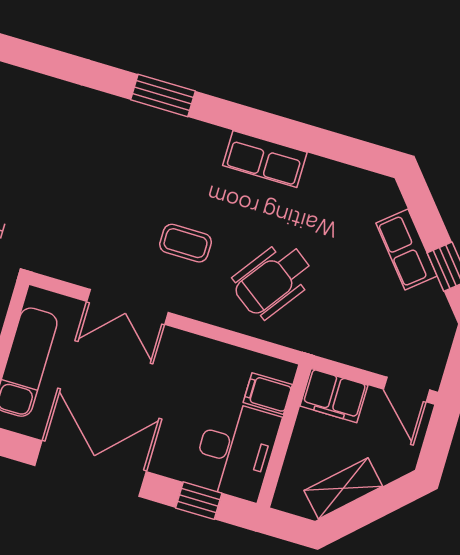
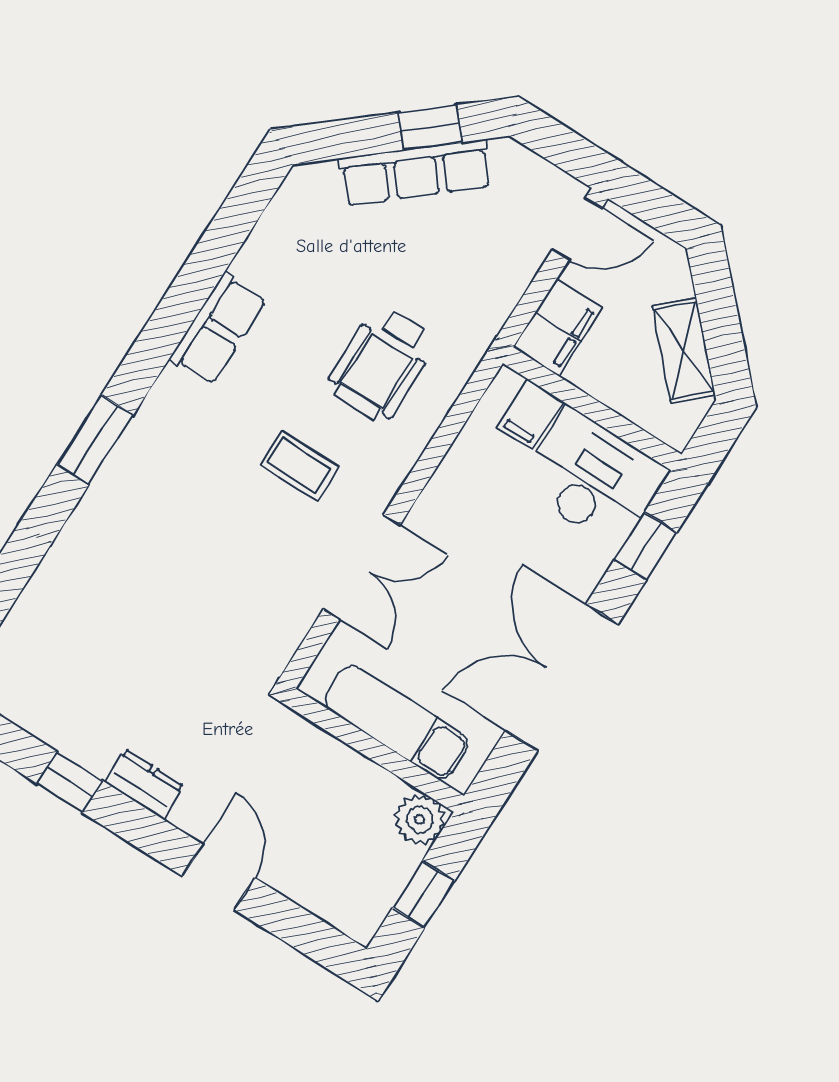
coffee table: (186, 243) -> (299, 466), turned 90
row of seats: (407, 249) -> (416, 172), width x1.48
wheelchair: (273, 280) -> (381, 364), turned 54

